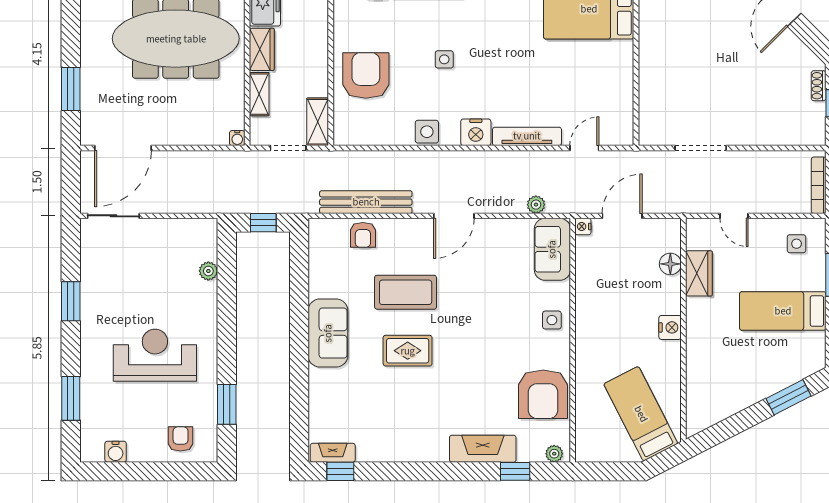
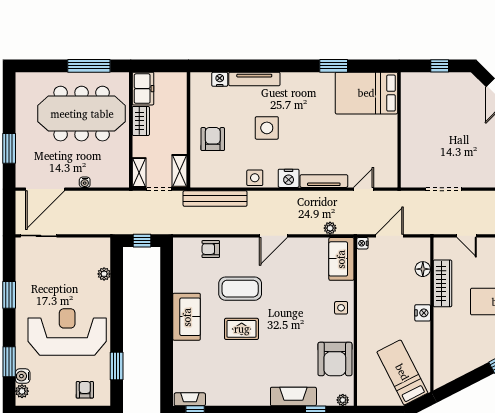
side table: (444, 59) -> (267, 128), width x1.87, depth x1.87
armchair: (366, 76) -> (213, 139), width x0.73, depth x0.73
shelving: (259, 94) -> (139, 173), moved
water cooler: (237, 138) -> (85, 182), moved
bench: (366, 202) -> (215, 199), moved
armchair: (363, 235) -> (211, 249), turned 90
wardrobe: (699, 273) -> (443, 283), width x1.50
reception desk: (155, 355) -> (67, 332), width x1.36, depth x1.30
plant: (89, 441) -> (22, 391), added
water cooler: (116, 452) -> (23, 376), moved, turned 90

